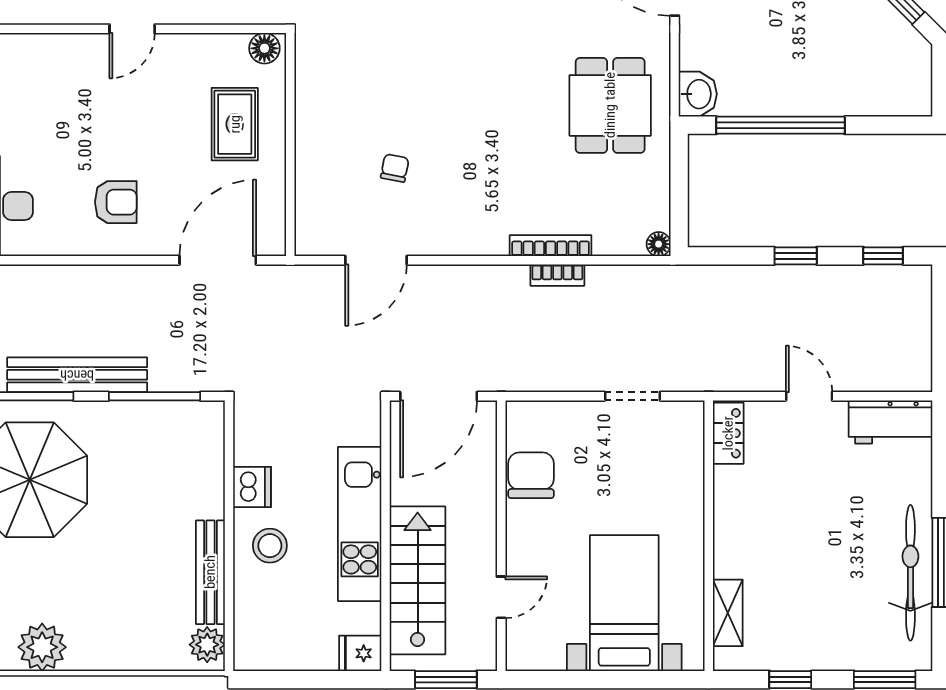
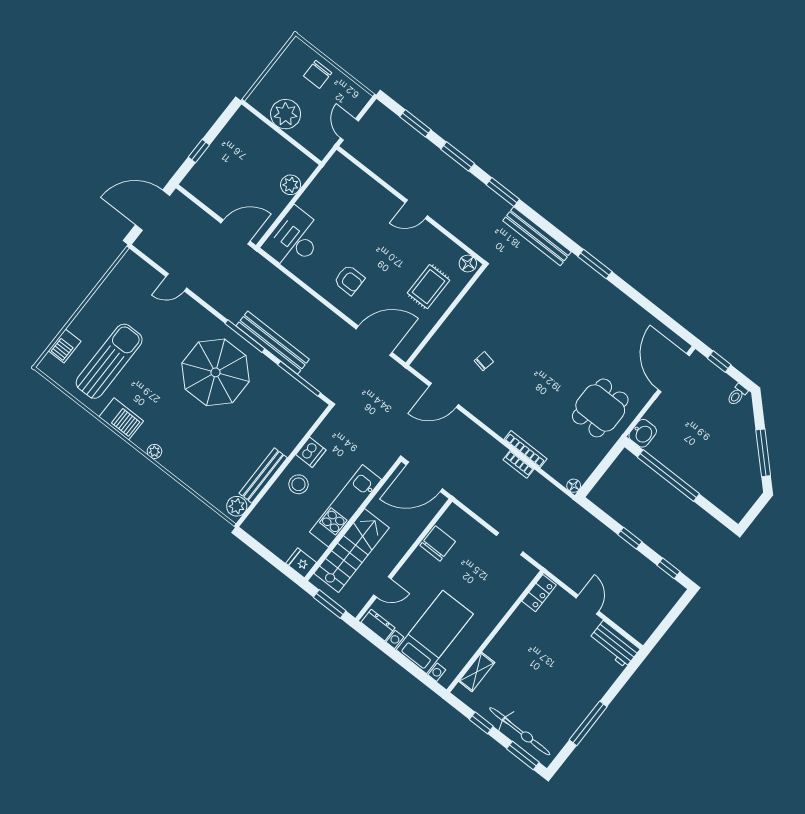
bicycle: (910, 573) -> (520, 731), moved, turned 90
plant: (42, 647) -> (154, 451), width x0.53, depth x0.53
dresser: (537, 656) -> (378, 625), added

